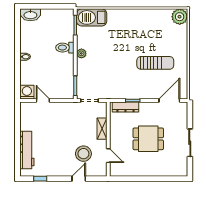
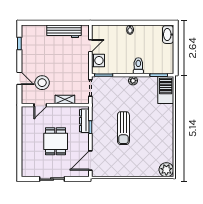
sun lounger: (155, 63) -> (123, 128), moved
washing machine: (27, 92) -> (98, 60), moved
door: (169, 101) -> (90, 160), swing flipped
workbench: (27, 150) -> (64, 31), moved

